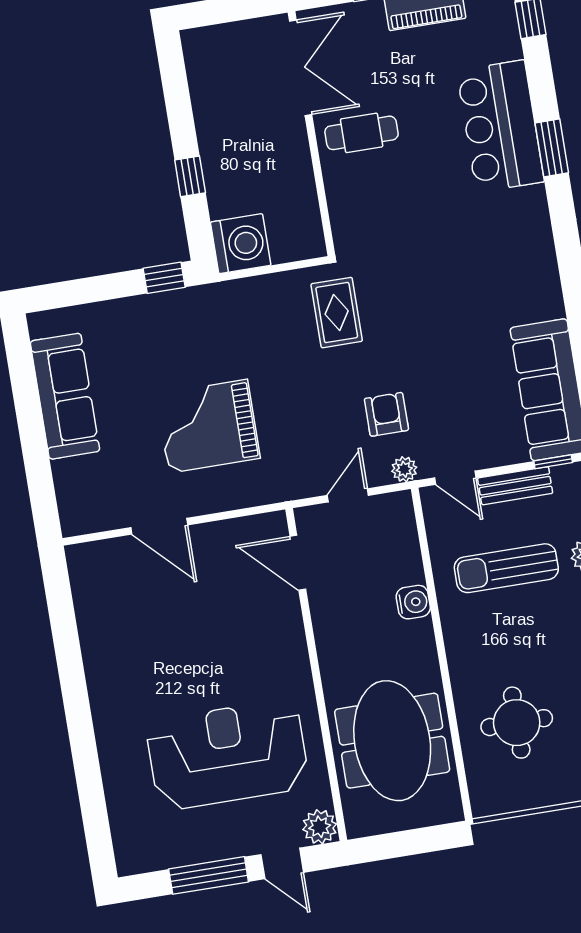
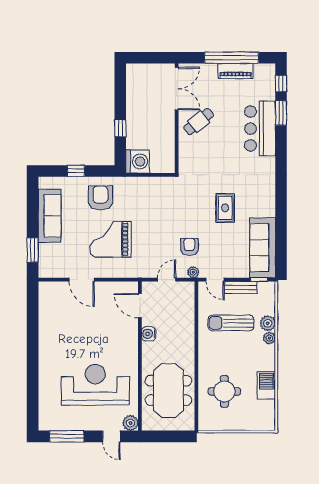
cafe table: (362, 133) -> (199, 122), turned -39
window: (552, 148) -> (281, 113), moved
window: (164, 278) -> (76, 171), moved
rug: (337, 313) -> (225, 208), moved
armchair: (171, 338) -> (100, 198), added
window: (40, 478) -> (33, 250), added
water cooler: (413, 602) -> (149, 334), moved, turned 180
window: (209, 875) -> (67, 436), moved

